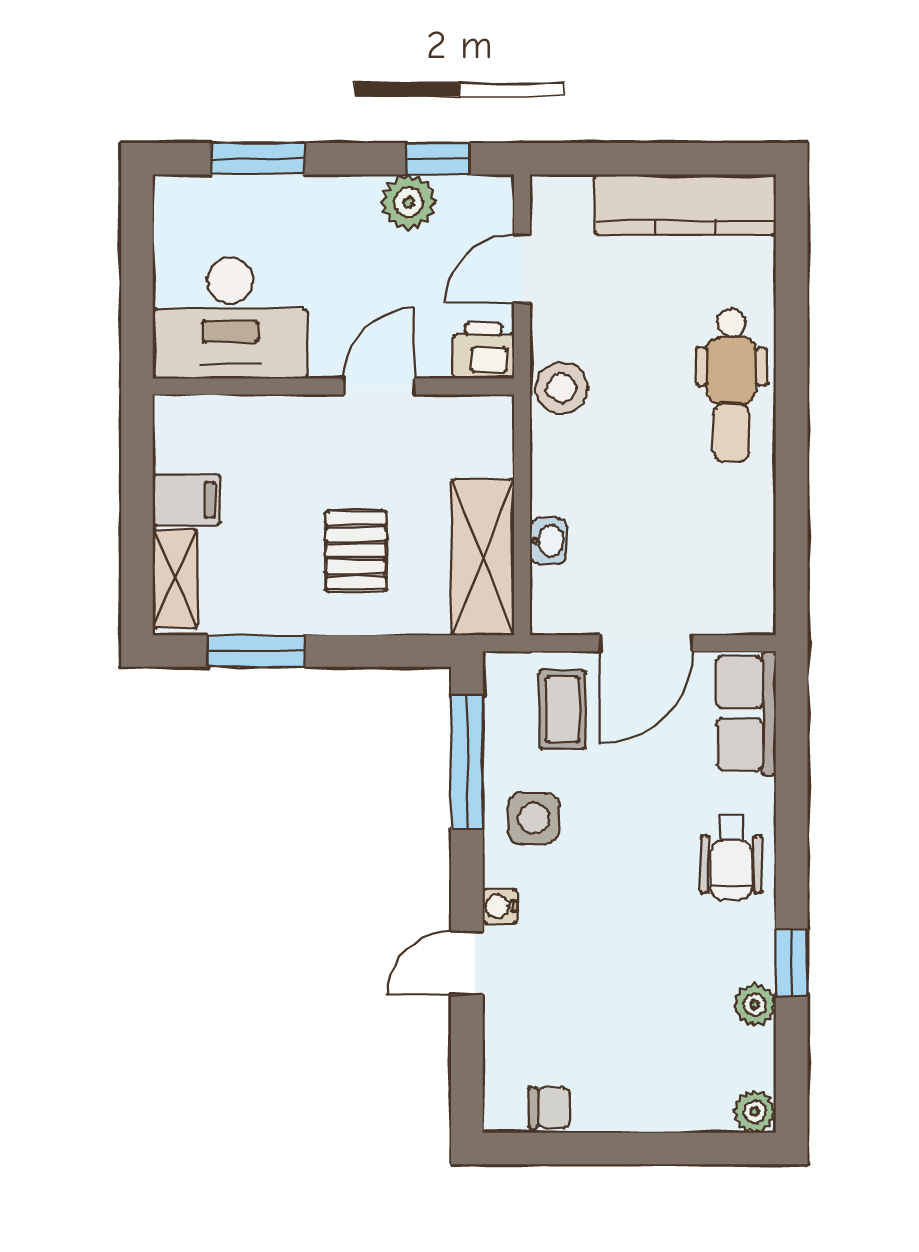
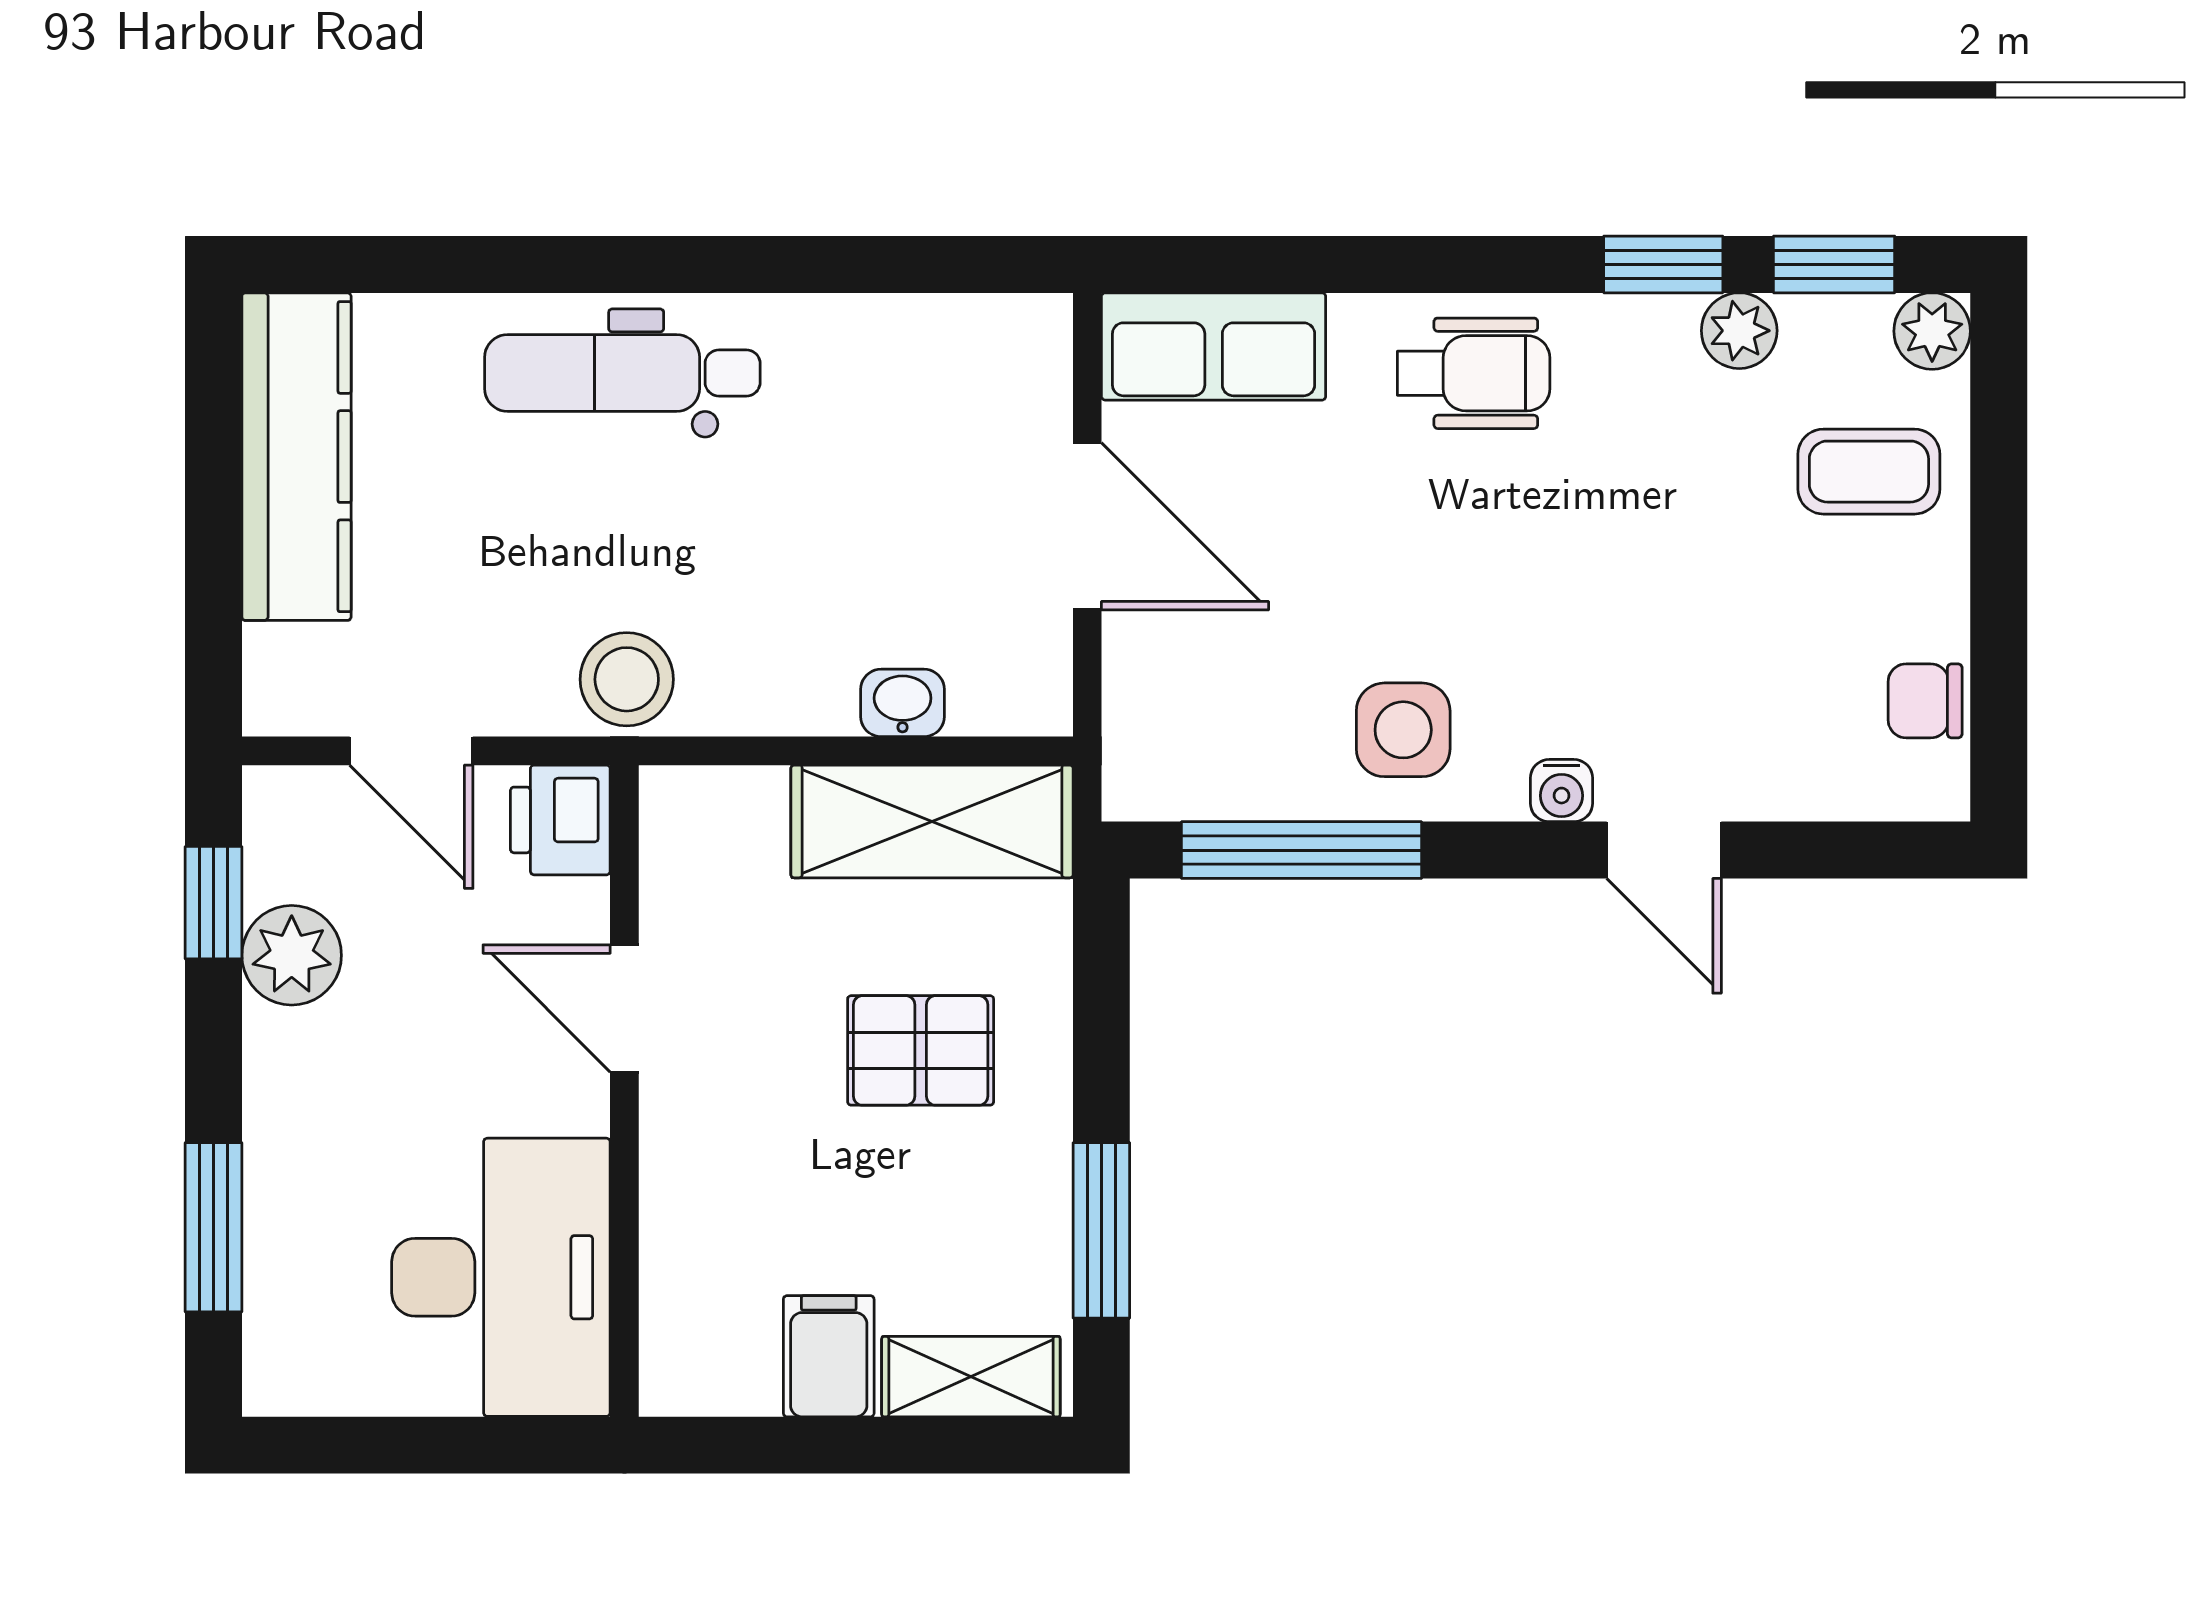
dental chair: (731, 385) -> (622, 373), turned 180
coffee table: (562, 709) -> (1869, 472), moved
window: (792, 1057) -> (1834, 264), added
chair: (550, 1108) -> (1925, 701), turned -90

